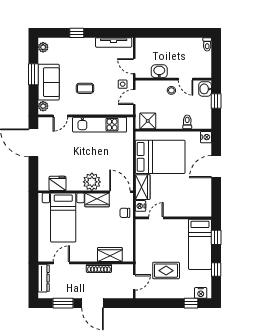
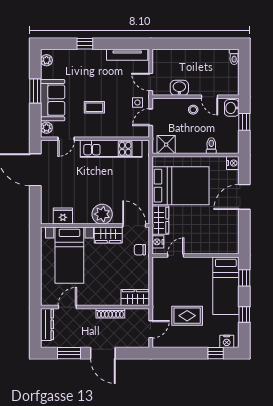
wardrobe: (110, 255) -> (135, 298), moved

